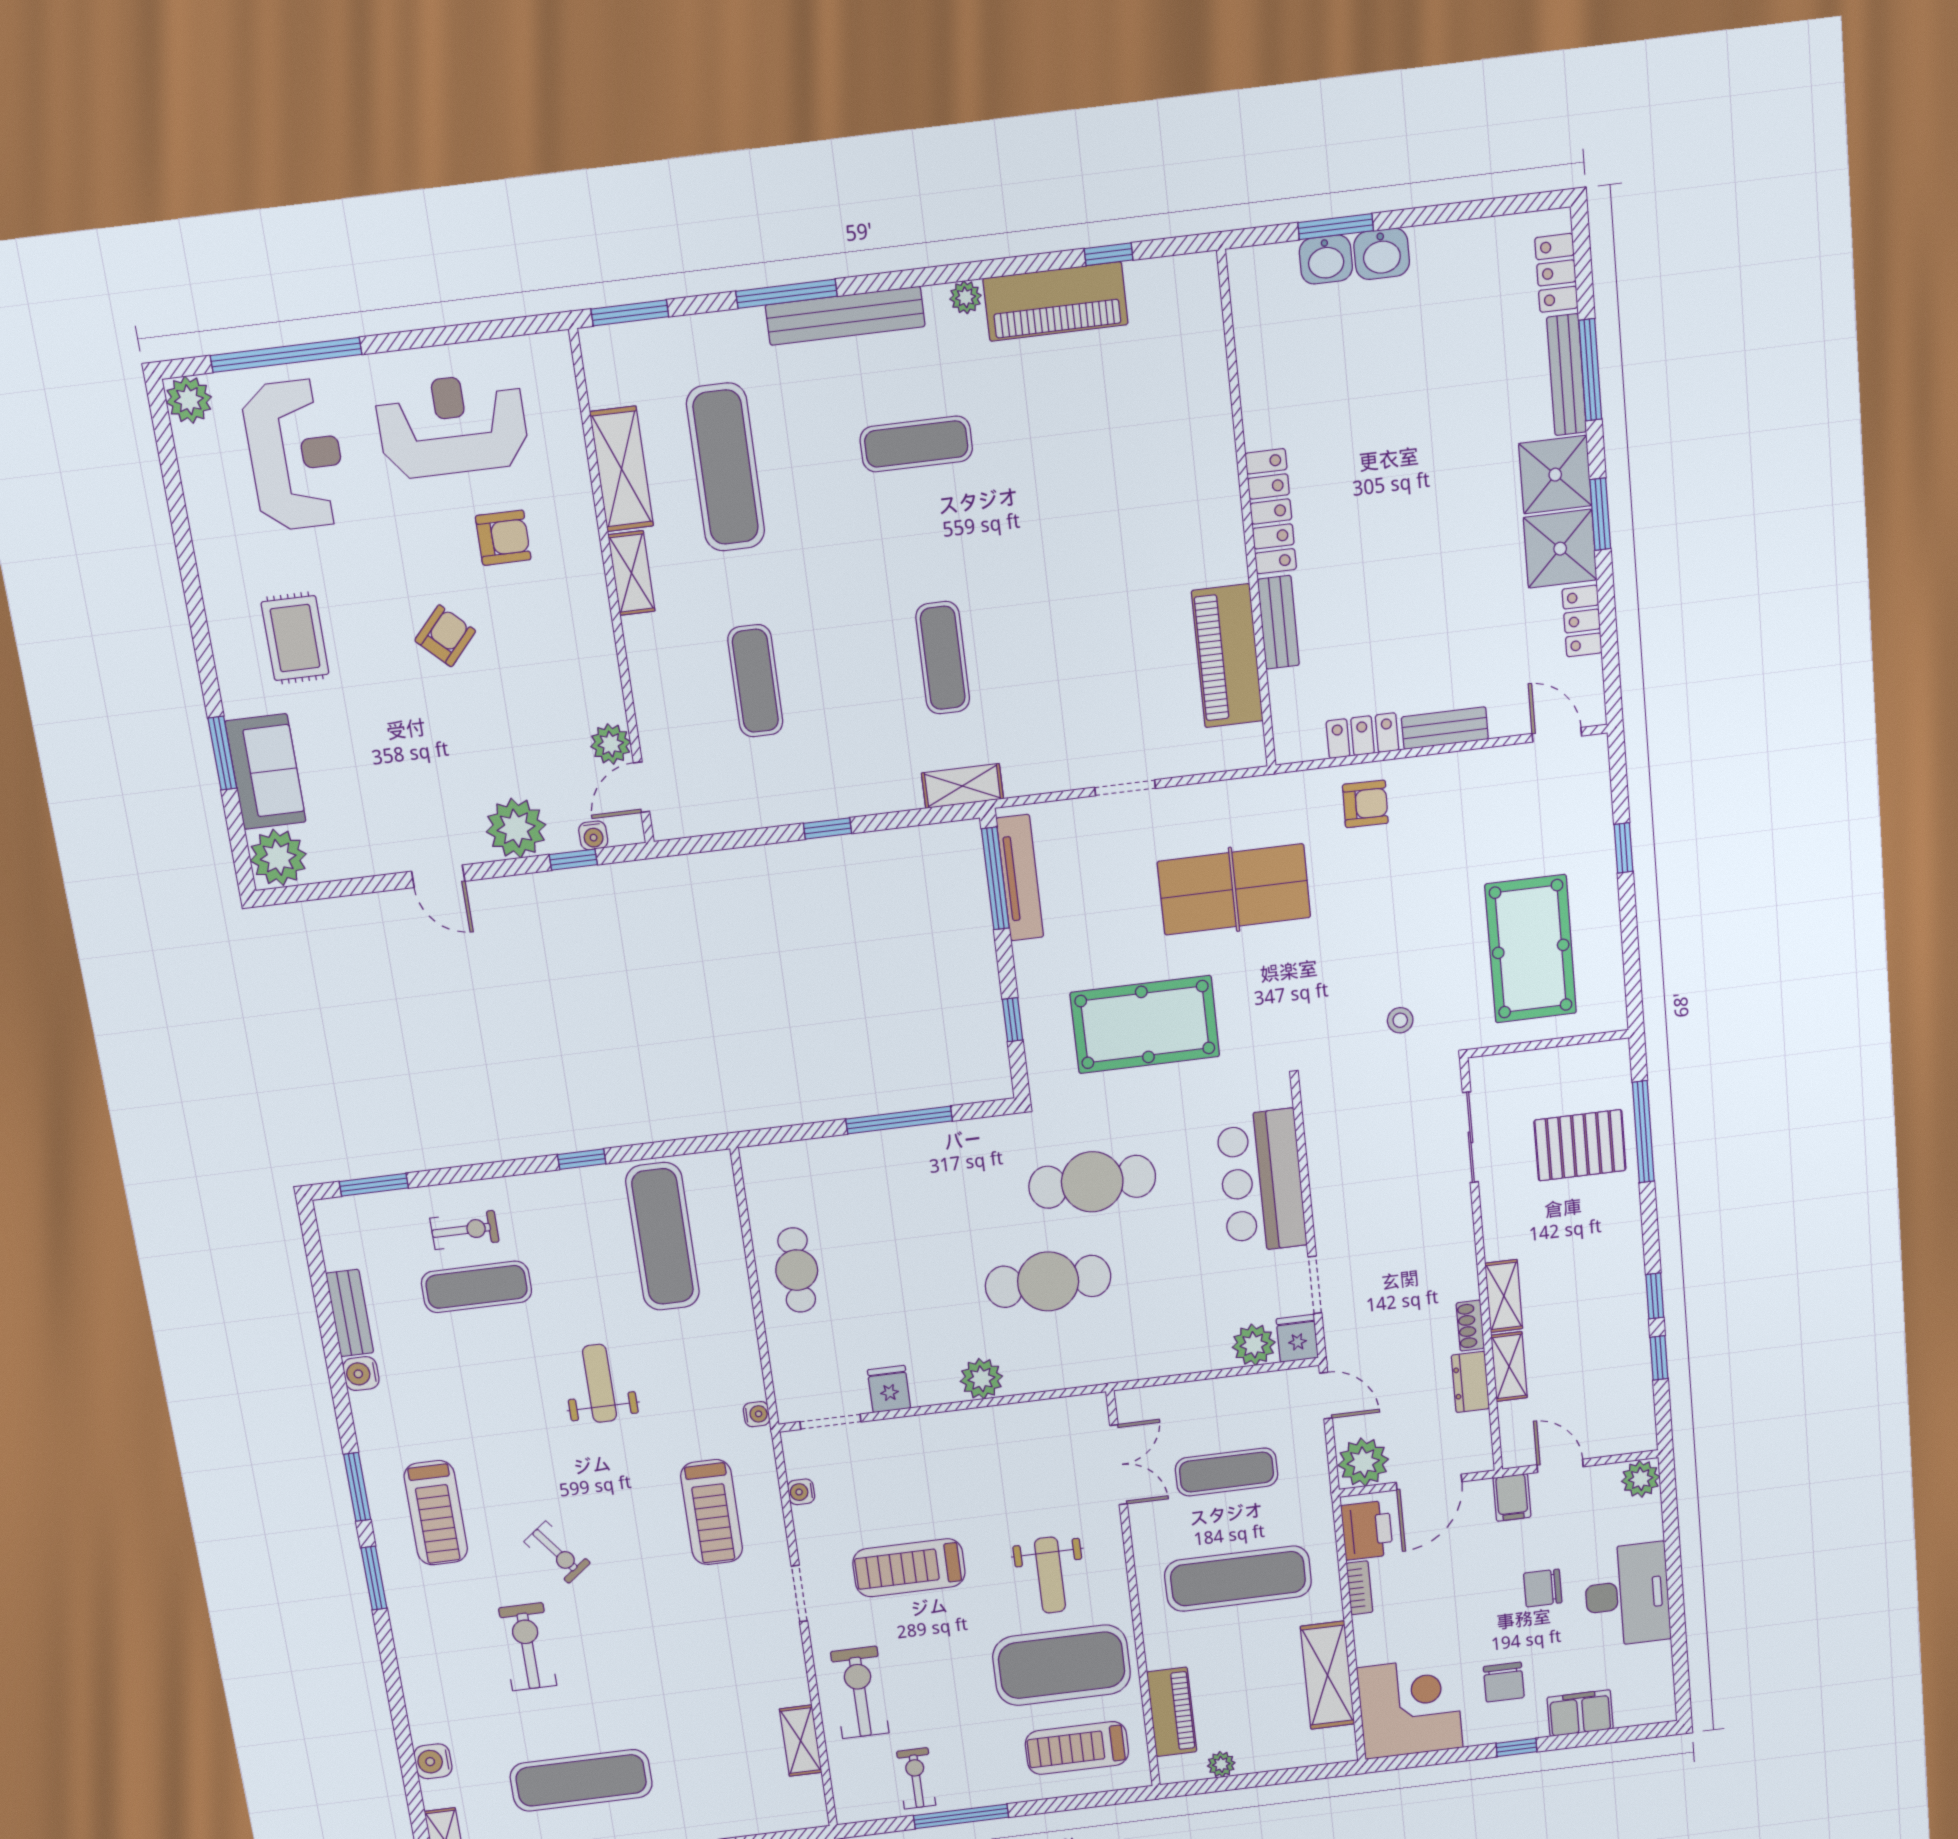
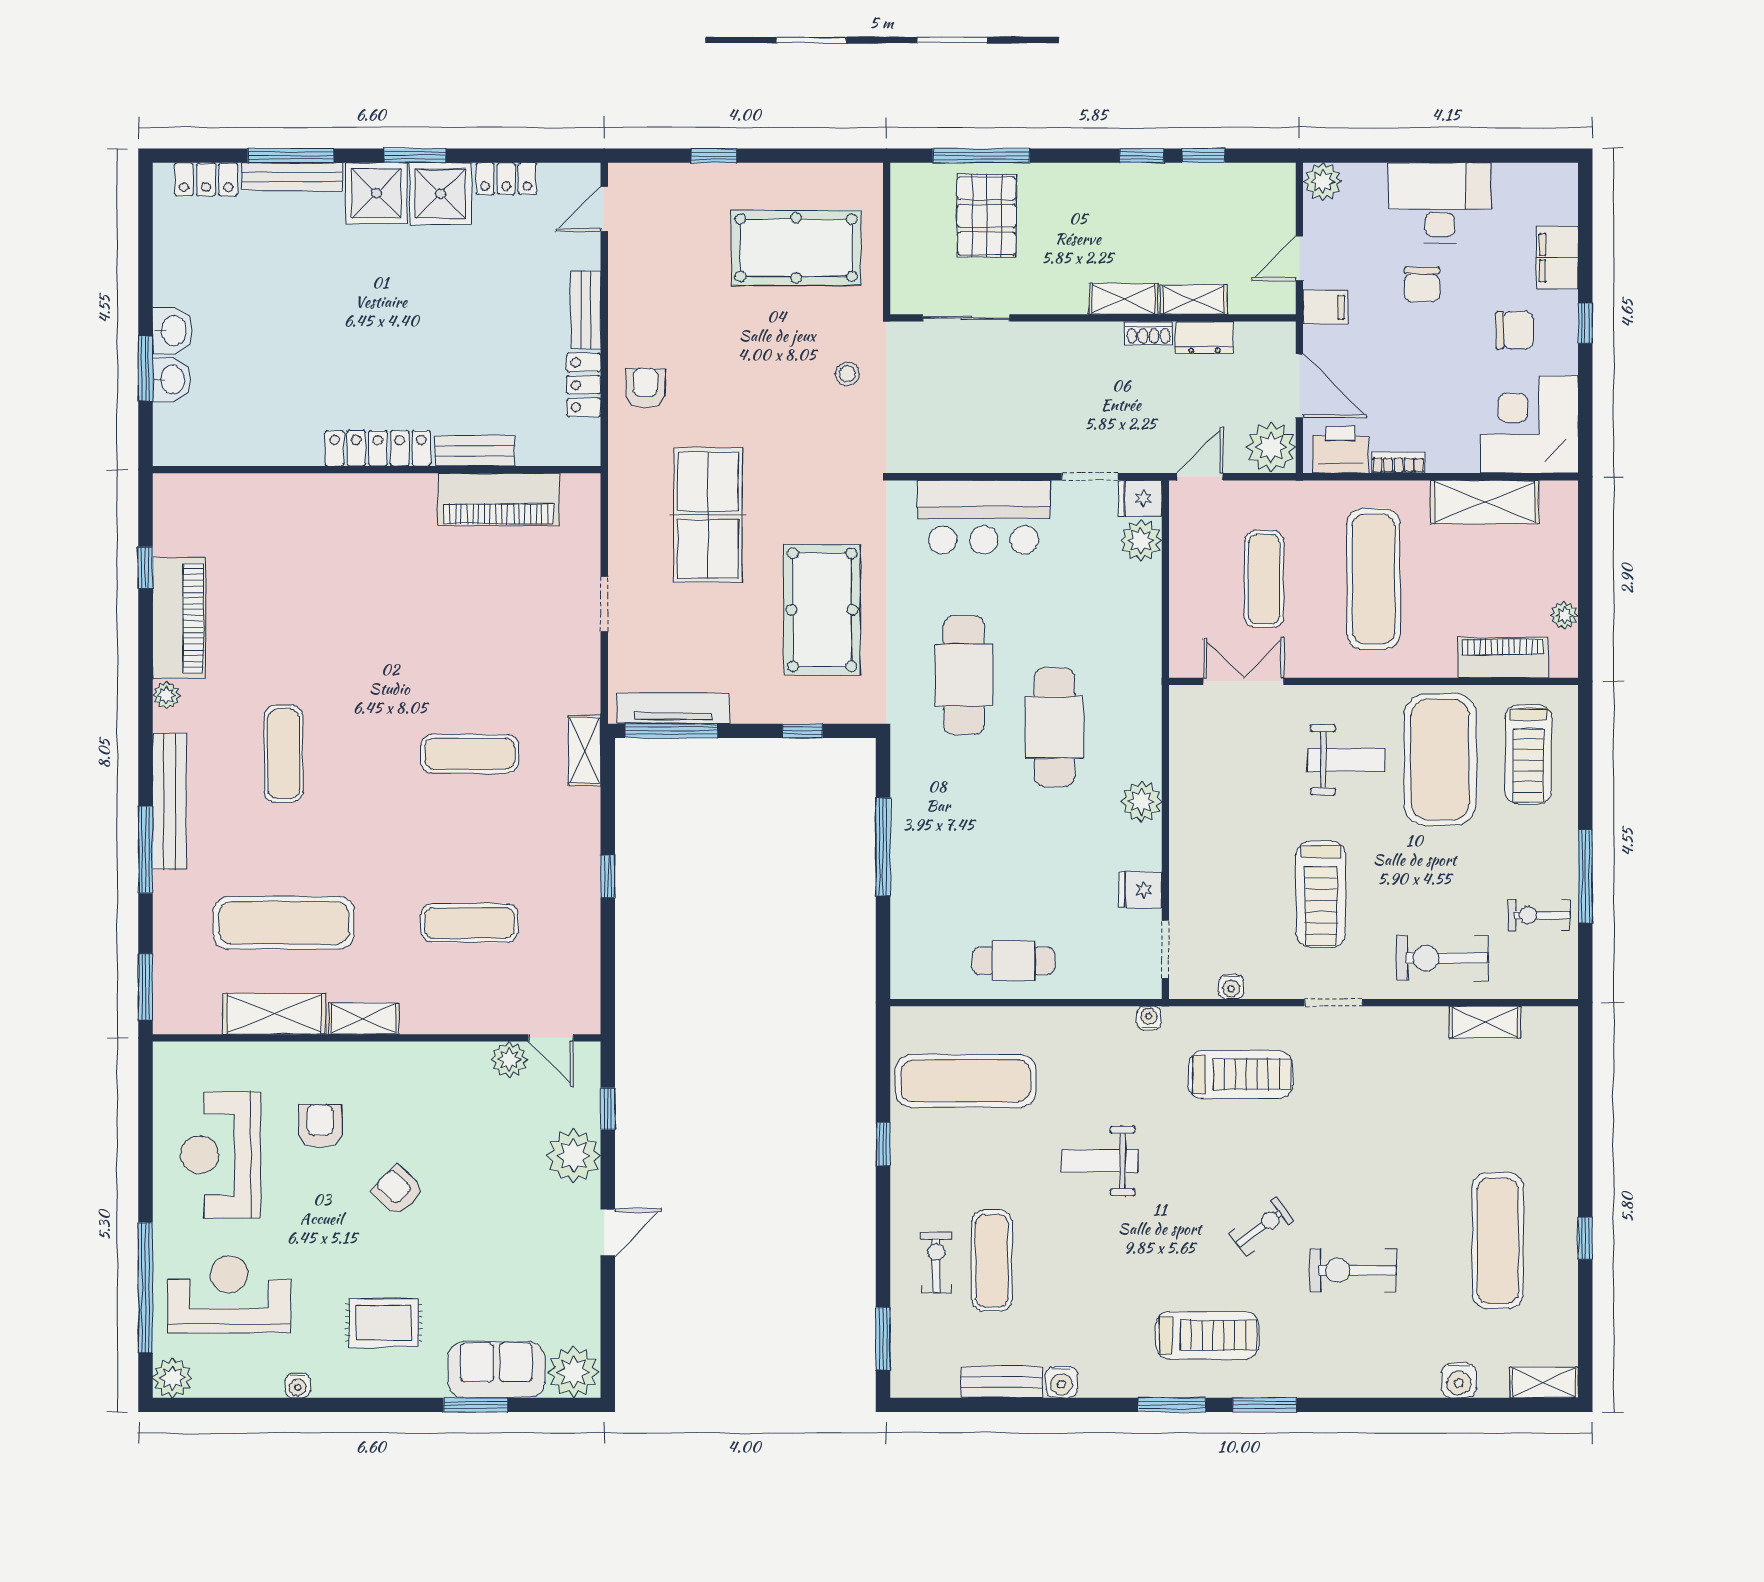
water cooler: (593, 835) -> (298, 1385), moved, turned 90

